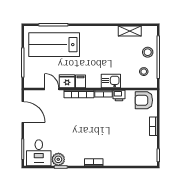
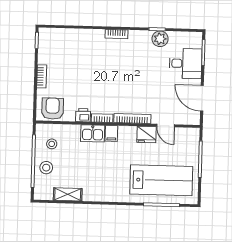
filing cabinet: (80, 81) -> (111, 133), moved
armchair: (144, 100) -> (53, 109), turned -90
desk: (39, 153) -> (185, 63), moved, turned 90

